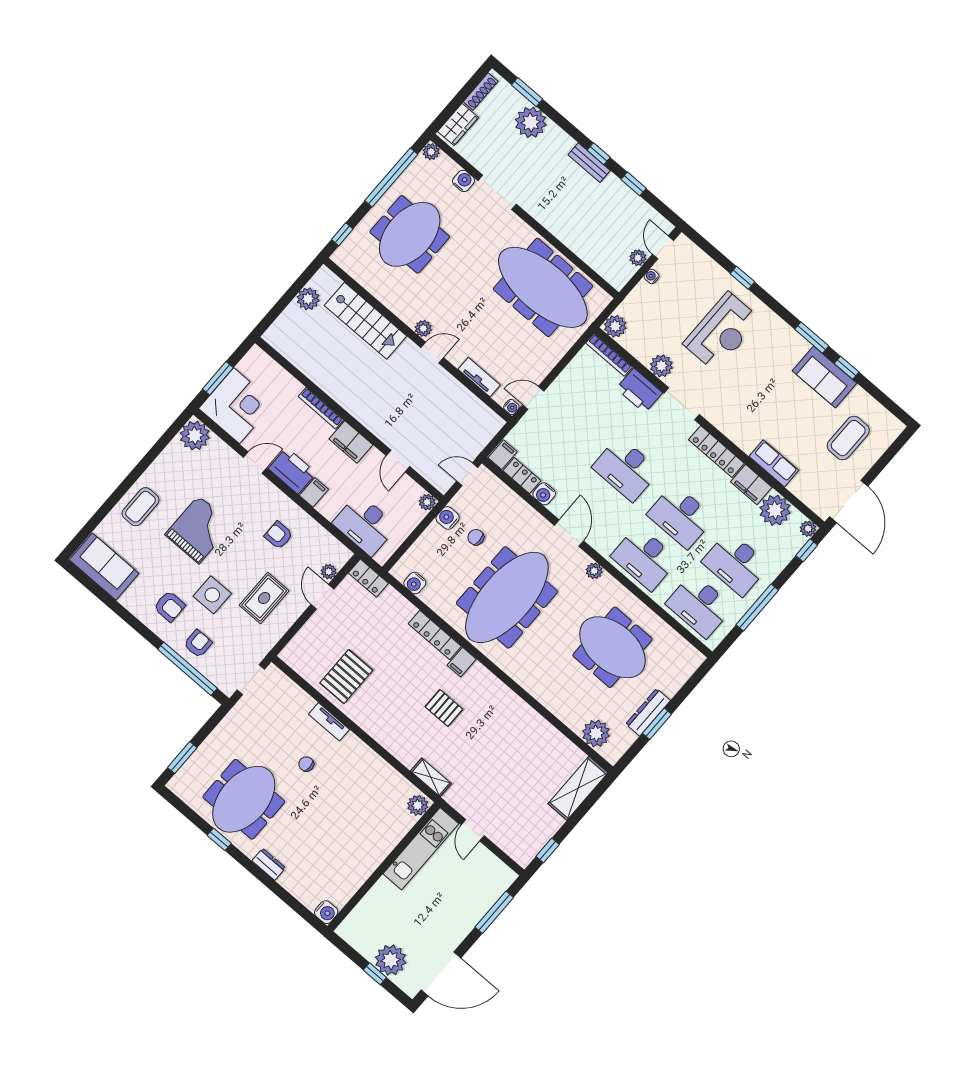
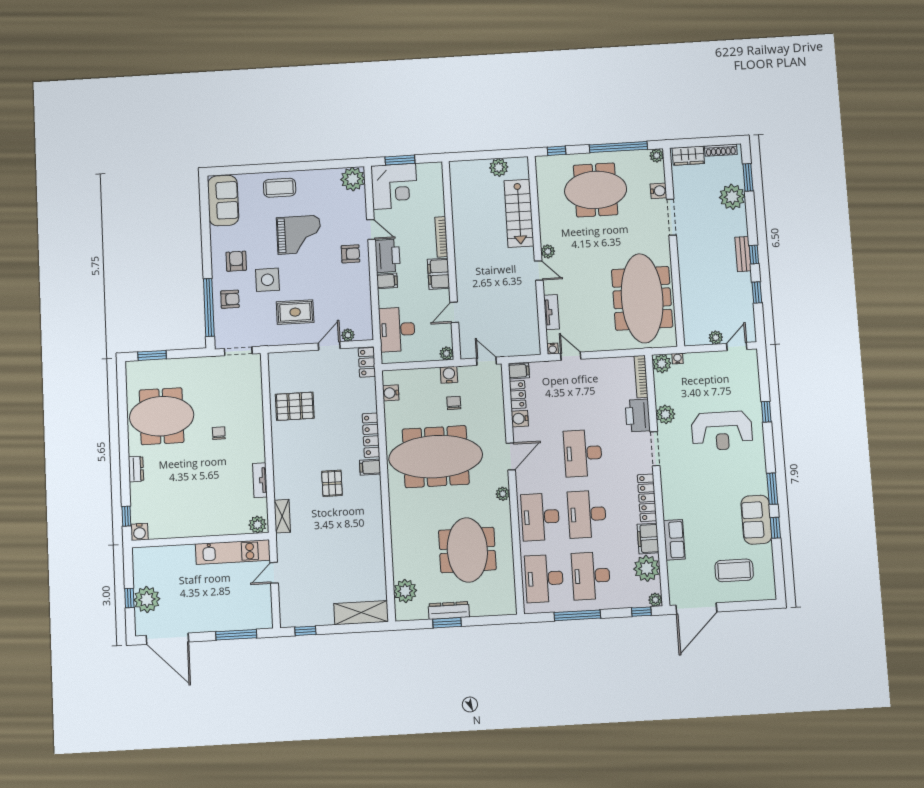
water cooler: (652, 276) -> (678, 359), moved
armchair: (279, 535) -> (350, 254), moved, turned 90
armchair: (169, 606) -> (236, 261), turned 180
tv unit: (329, 722) -> (260, 480), moved
window: (219, 839) -> (126, 516), moved

